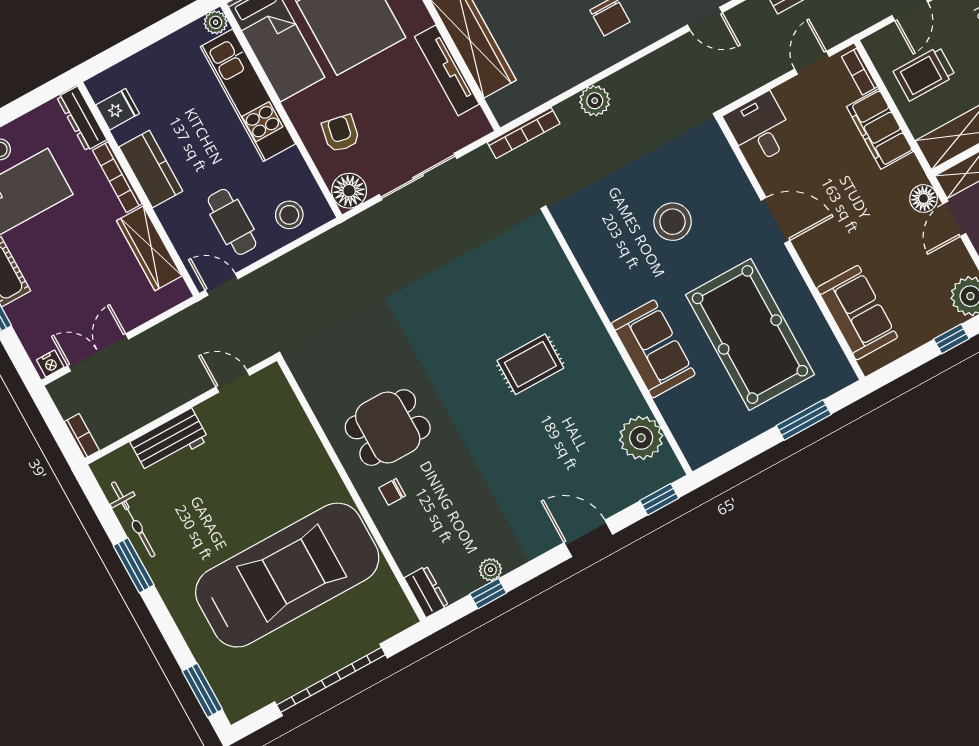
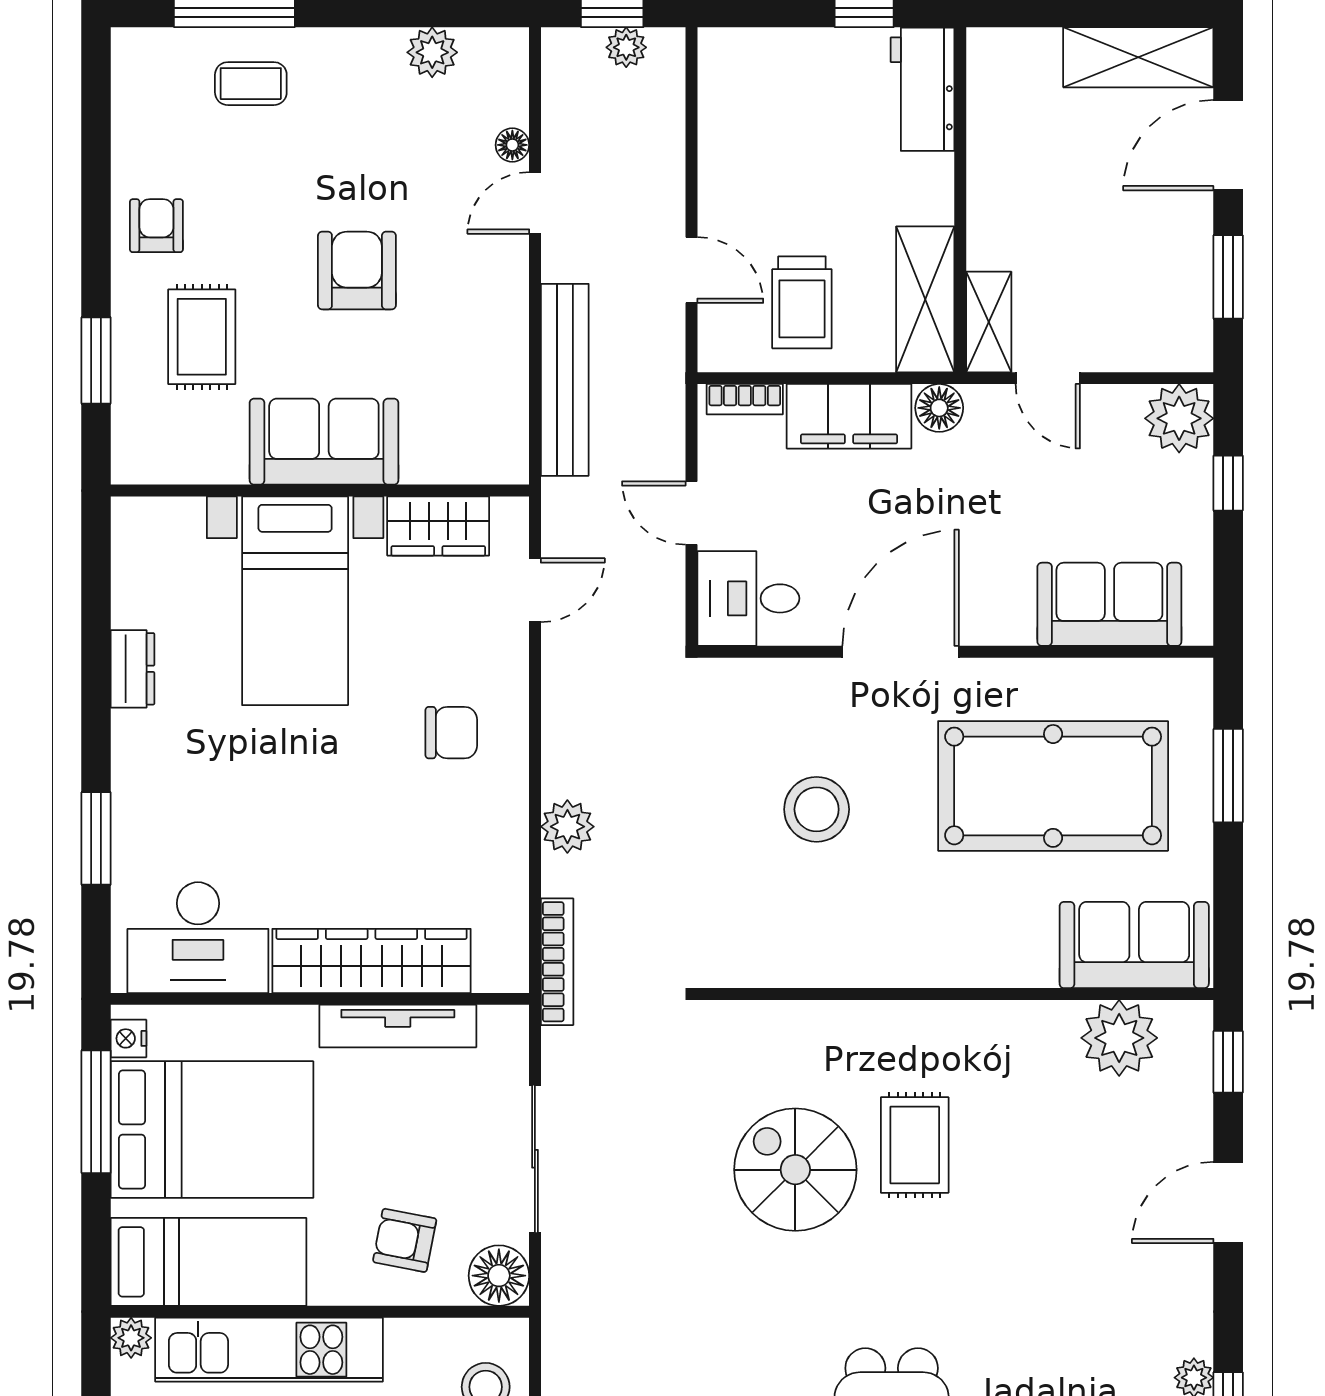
door: (812, 63) -> (691, 513), moved
floor lamp: (924, 199) -> (939, 408), moved
door: (775, 220) -> (901, 652), width x1.36
spiral stairs: (485, 311) -> (795, 1170), added
sofa: (653, 349) -> (1134, 945), moved

